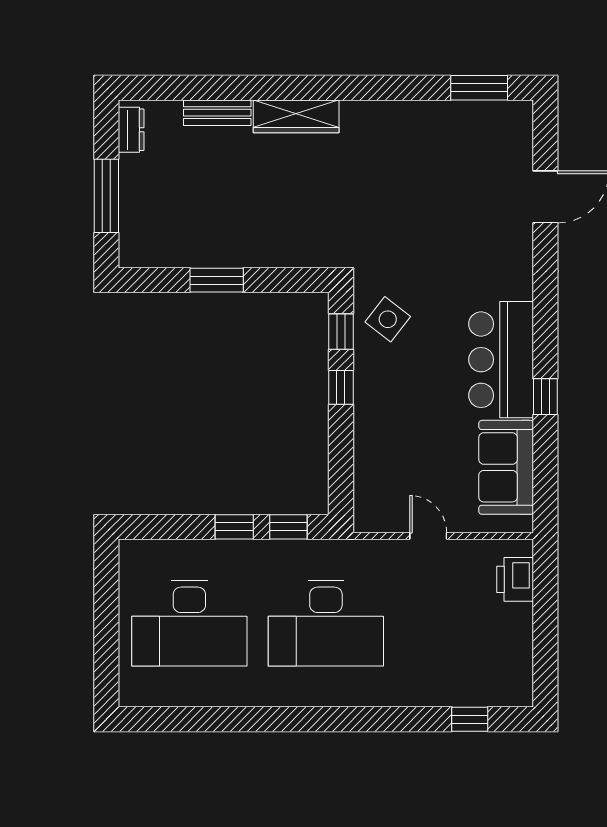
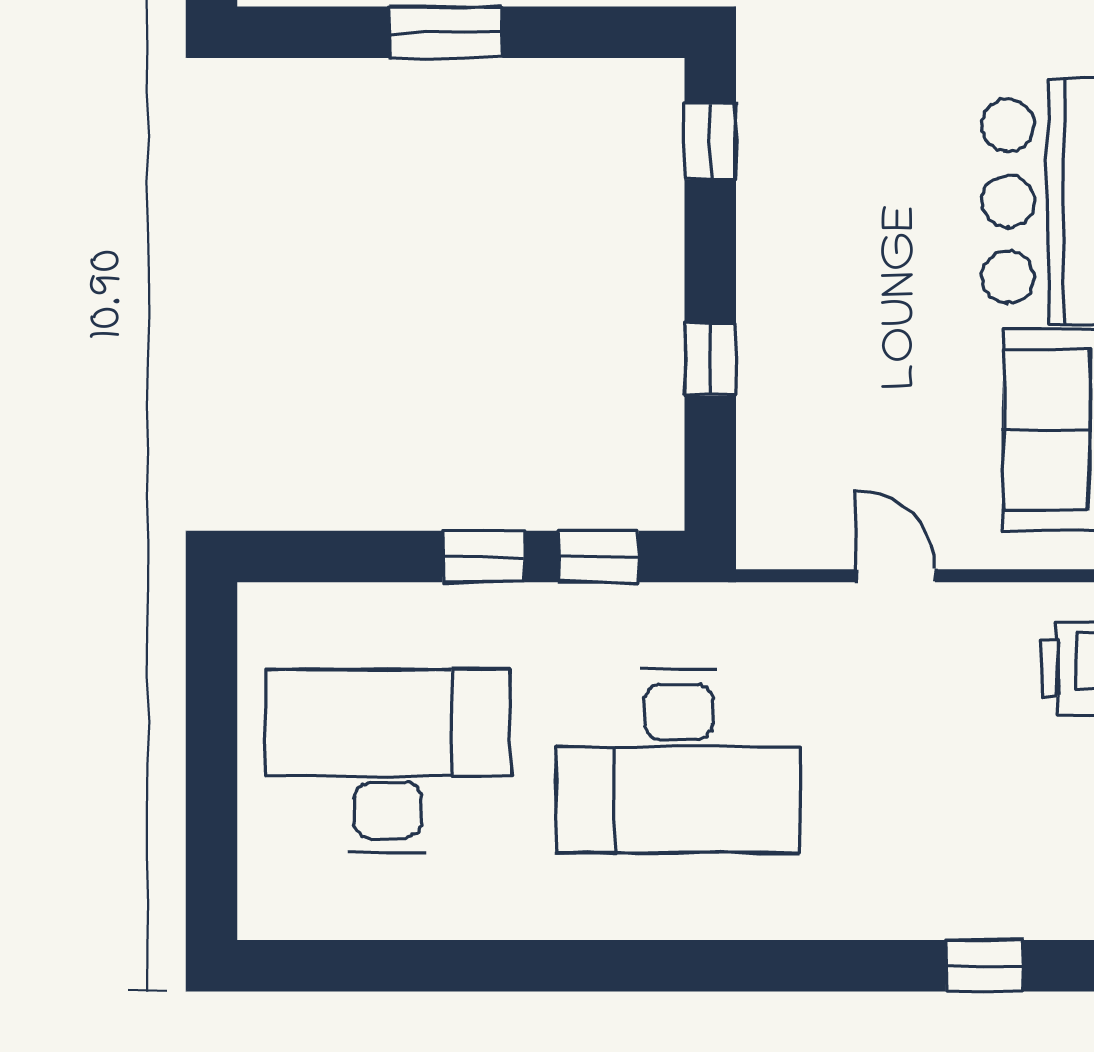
side table: (388, 319) -> (810, 115), removed
window: (341, 387) -> (710, 359), moved
desk: (189, 623) -> (388, 761), turned 180

